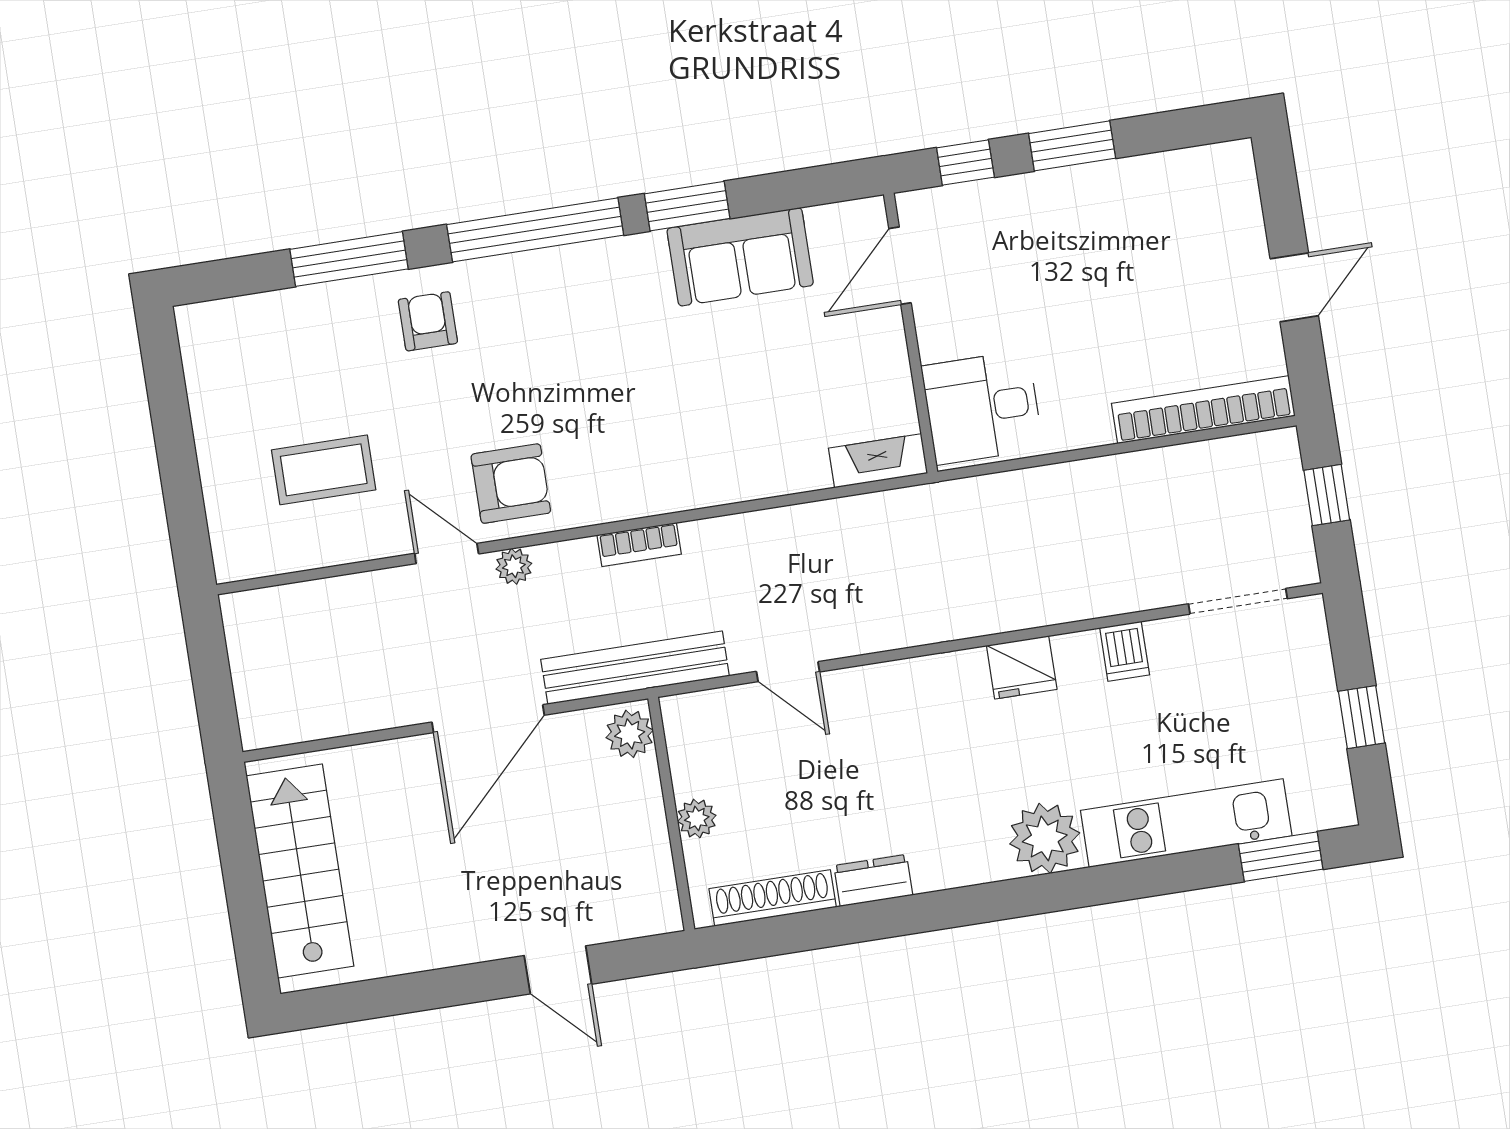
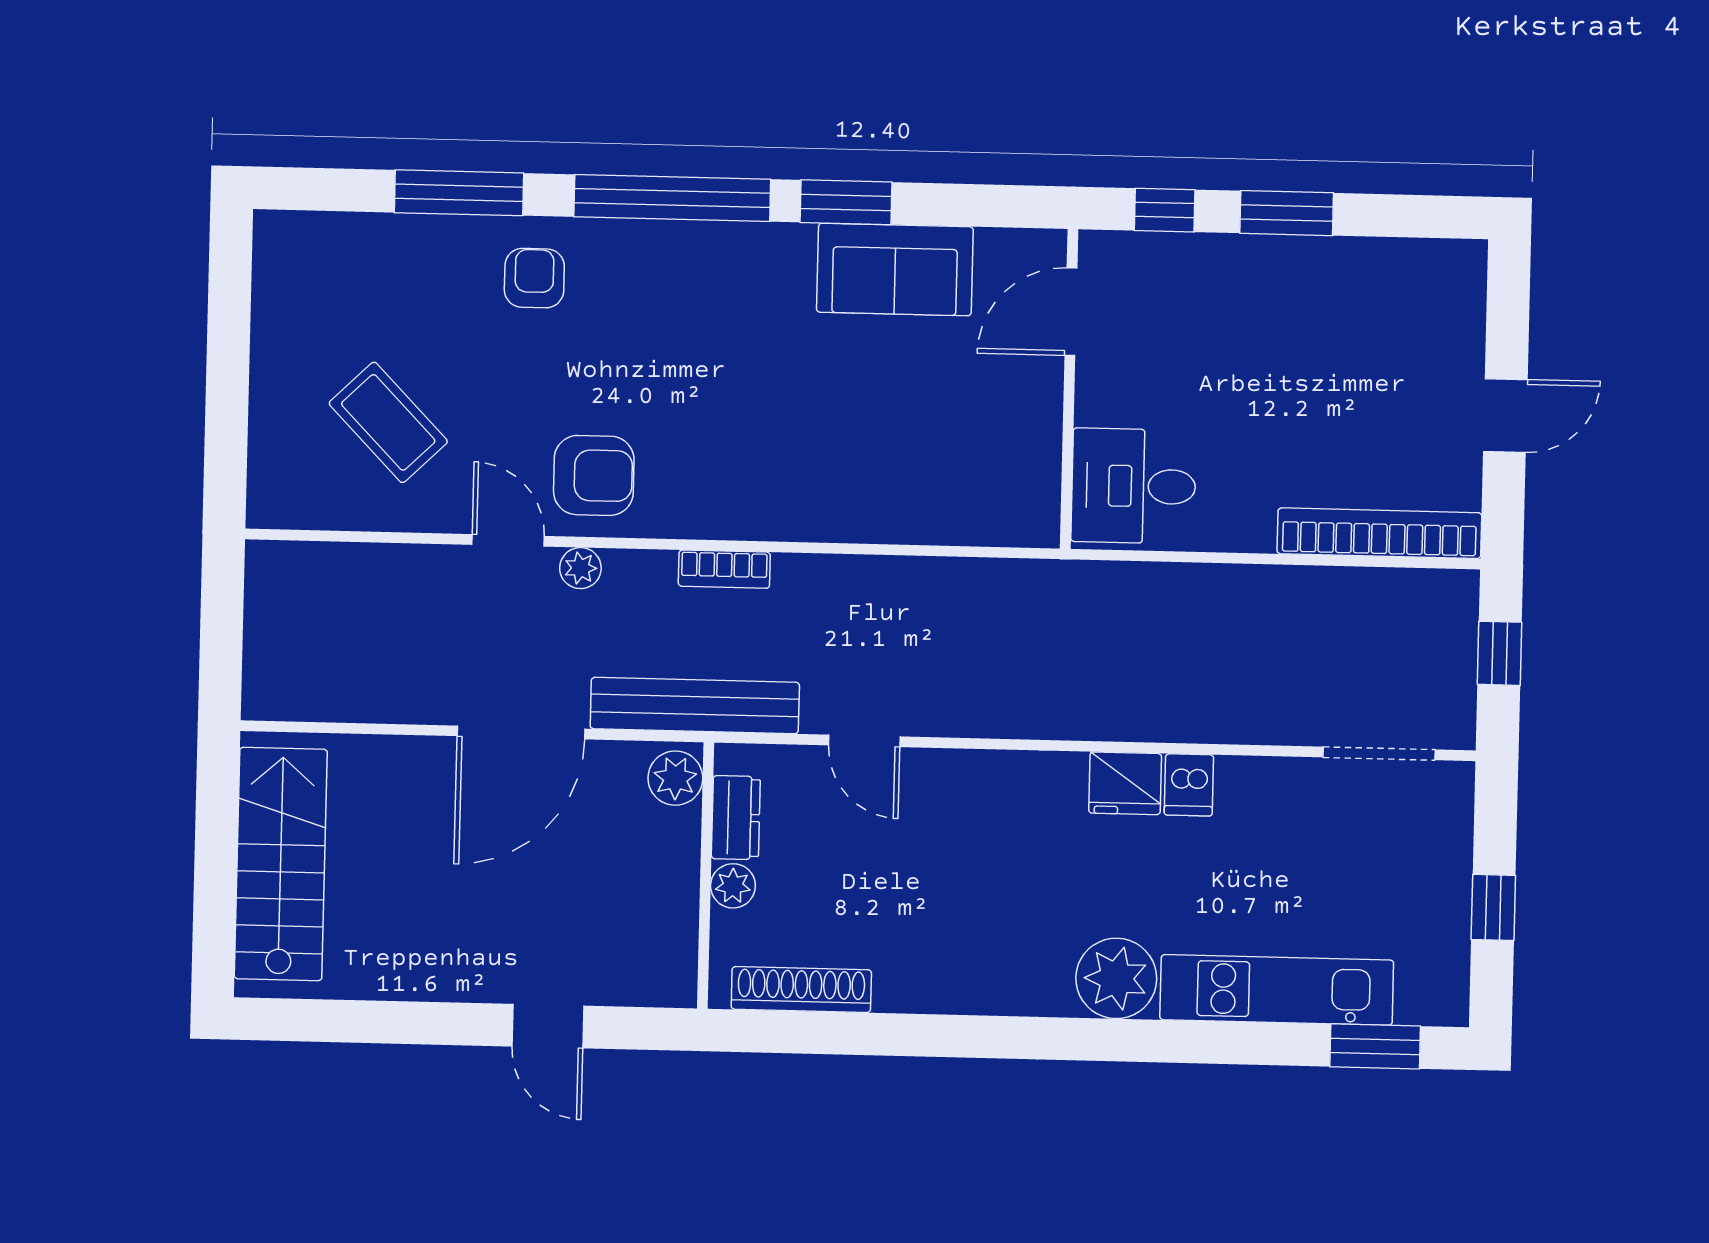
fireplace: (878, 461) -> (1007, 524), removed
coffee table: (324, 470) -> (388, 422), turned 46
dishwasher: (1125, 651) -> (1189, 785), moved
dresser: (873, 880) -> (736, 818), moved, turned 90

